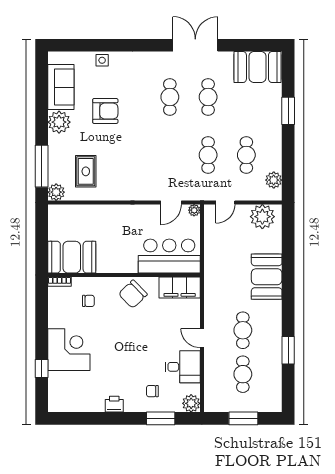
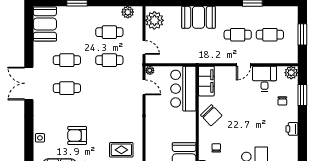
double door: (195, 45) -> (29, 83), moved
armchair: (105, 111) -> (77, 135), turned -90

